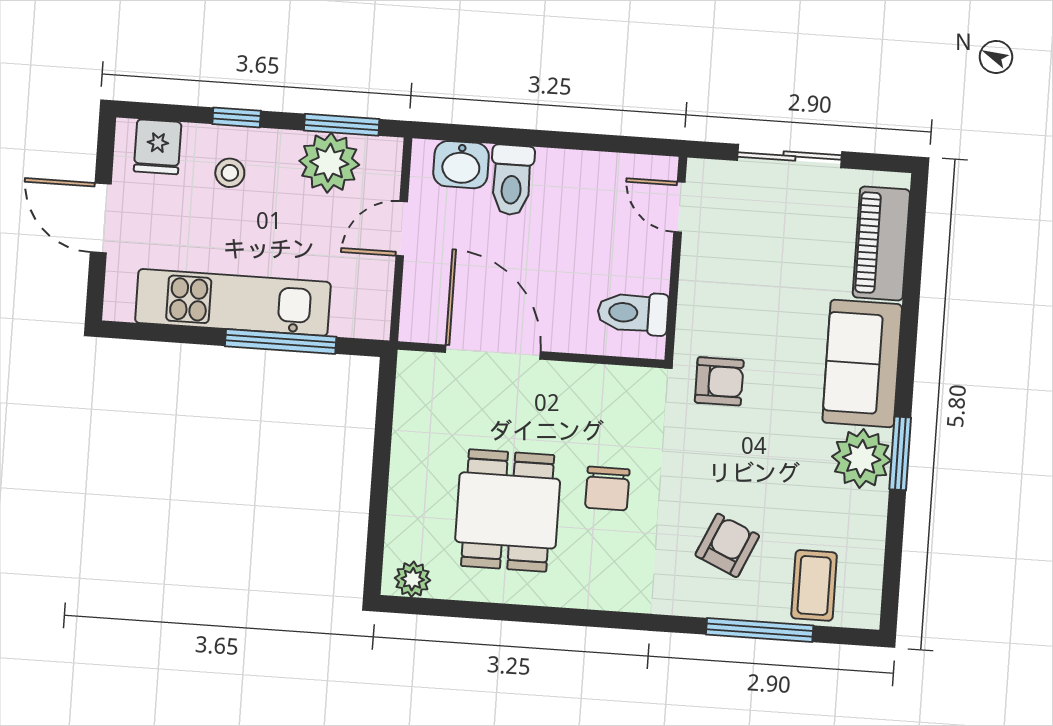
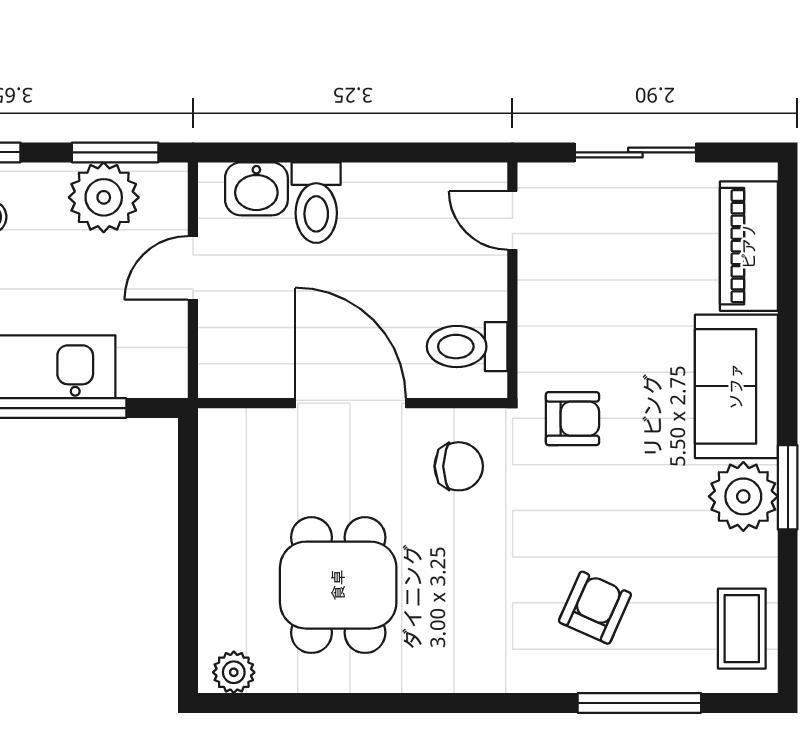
door: (493, 352) -> (351, 403), moved
chair: (607, 489) -> (459, 466), moved, turned -90
coffee table: (814, 585) -> (742, 629), moved

